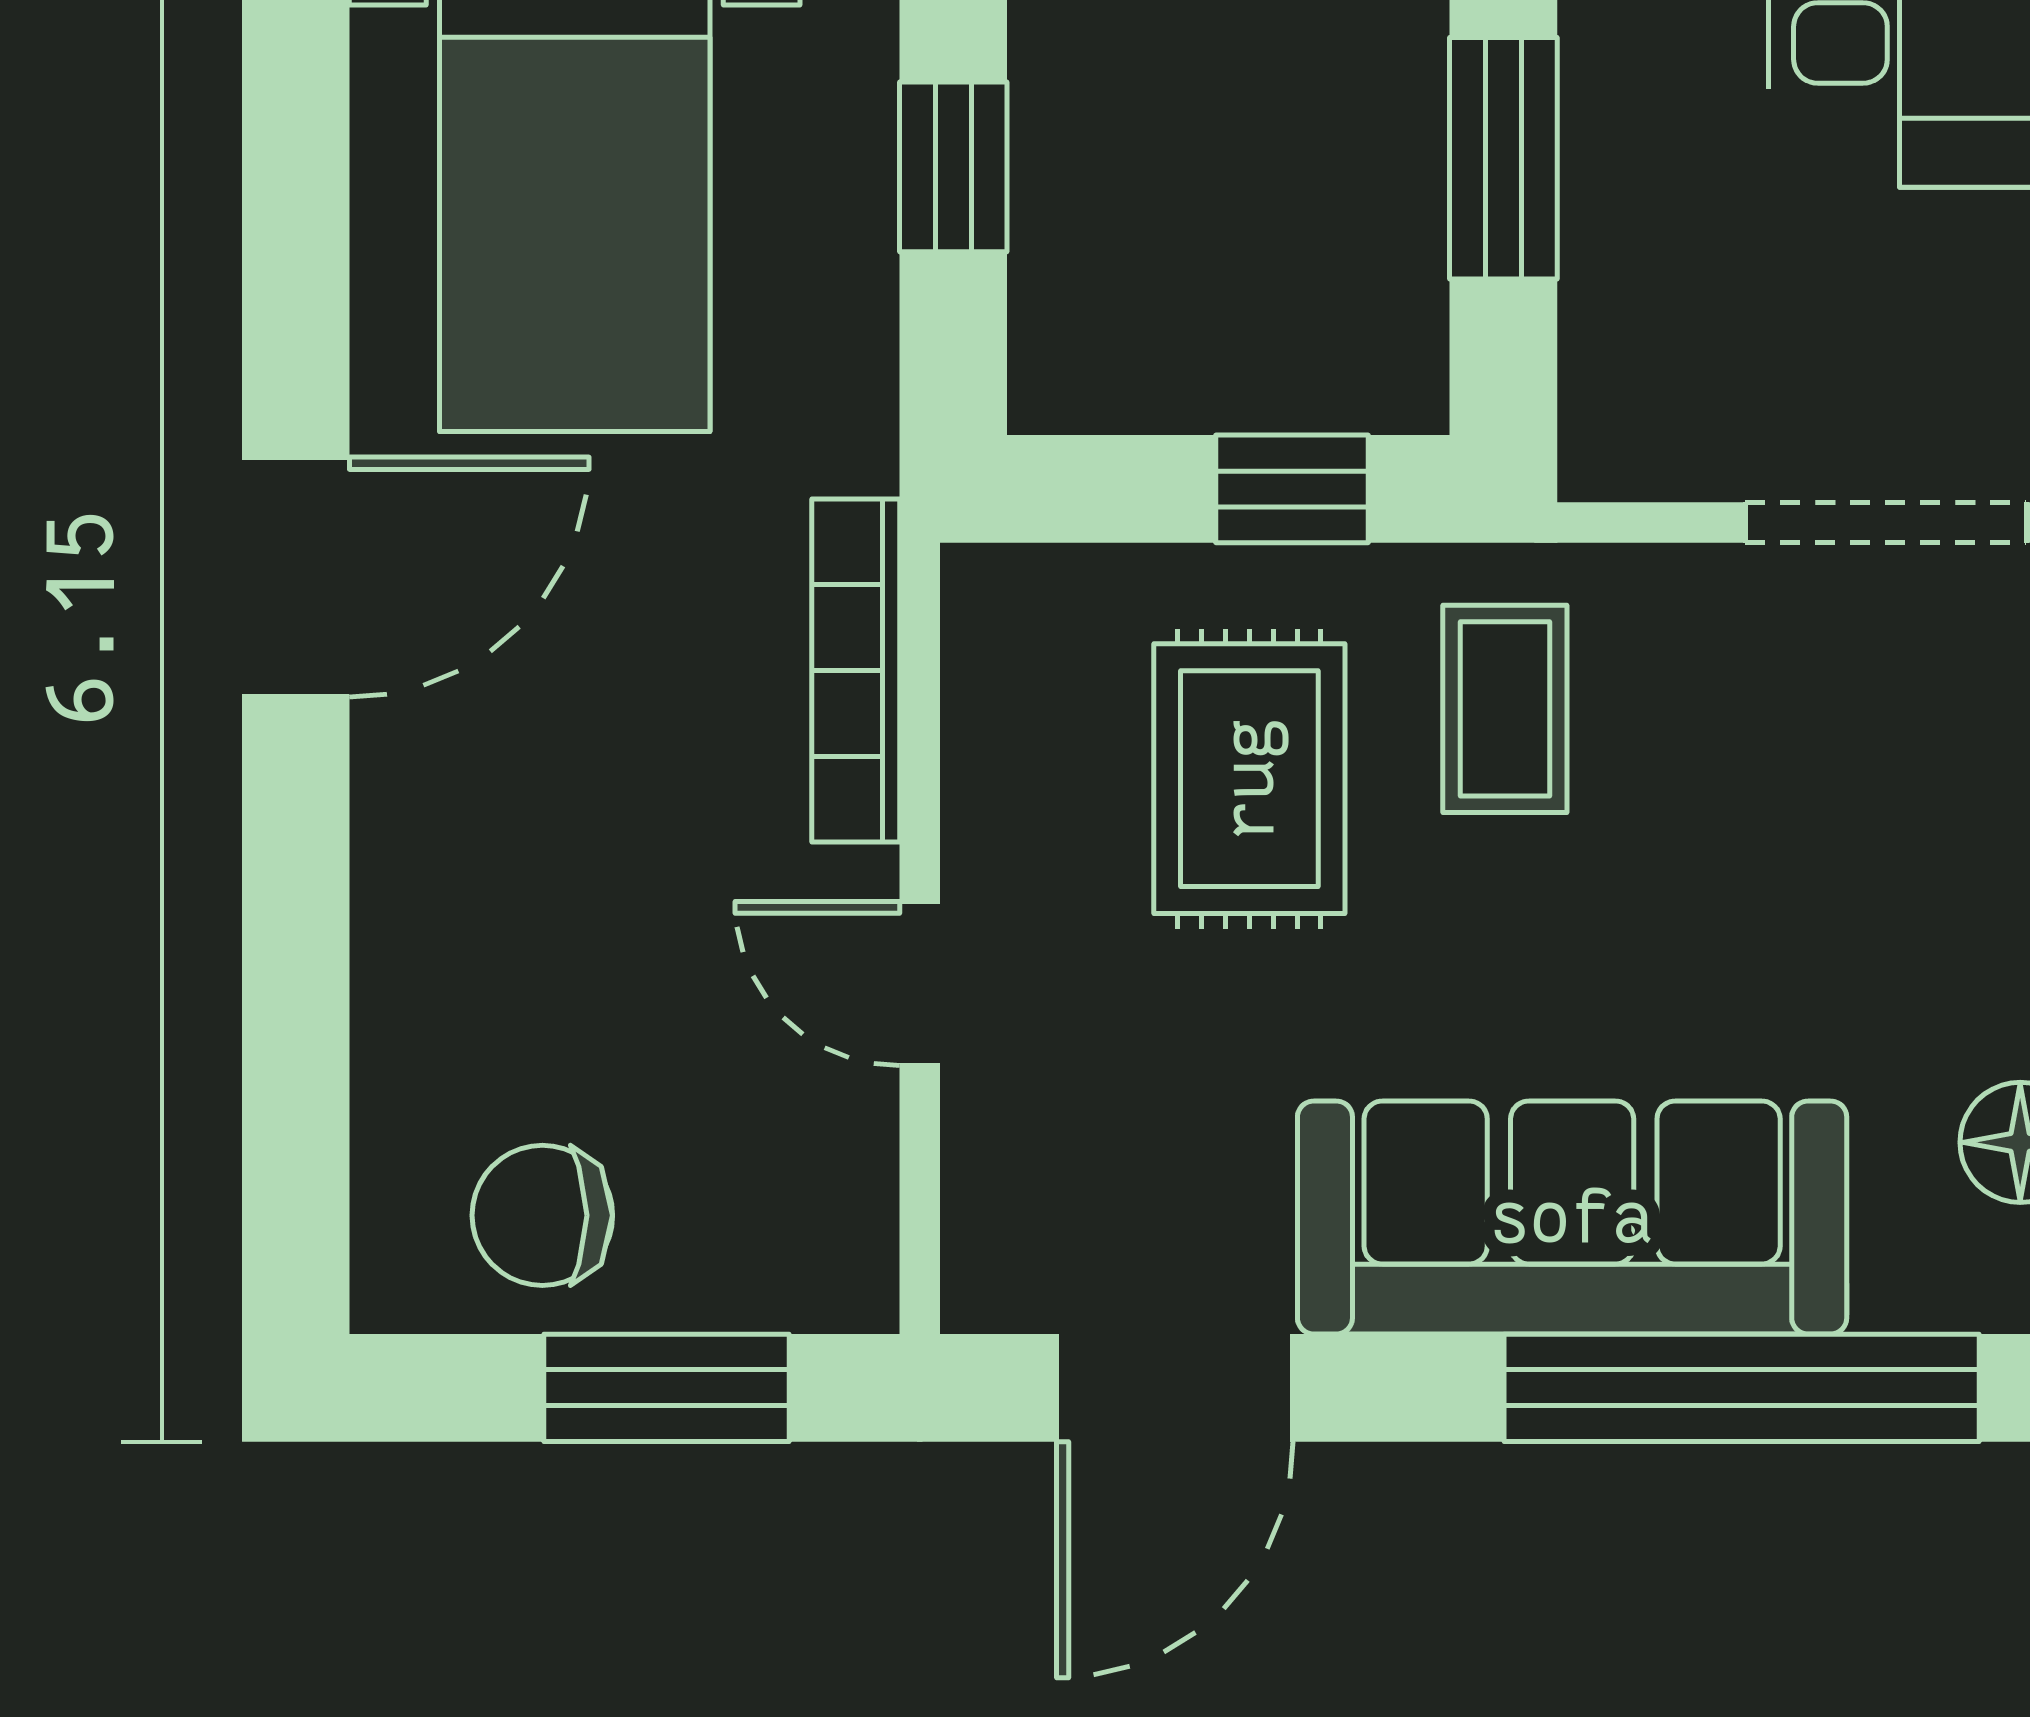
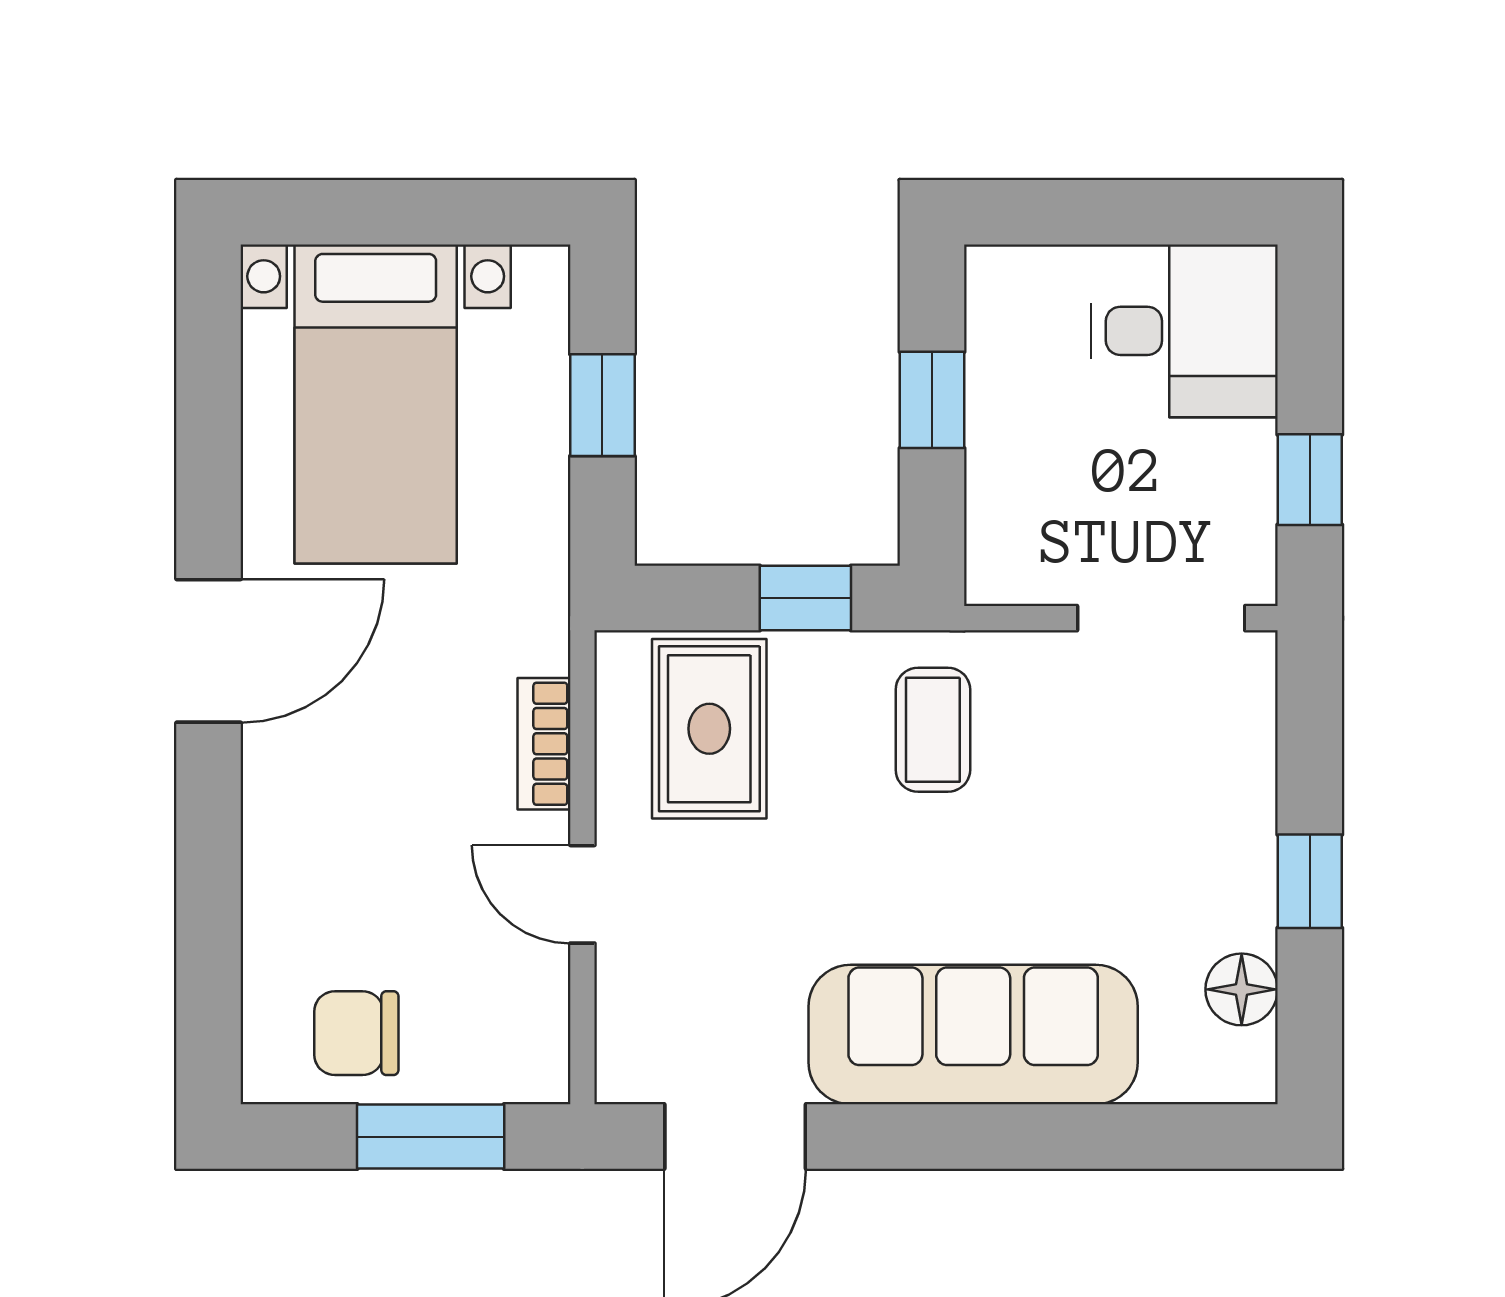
window: (1503, 158) -> (932, 400), width x0.67
bookcase: (856, 670) -> (544, 744), width x0.64
rug: (1249, 779) -> (709, 729), moved
window: (1742, 1388) -> (1075, 1137), removed

